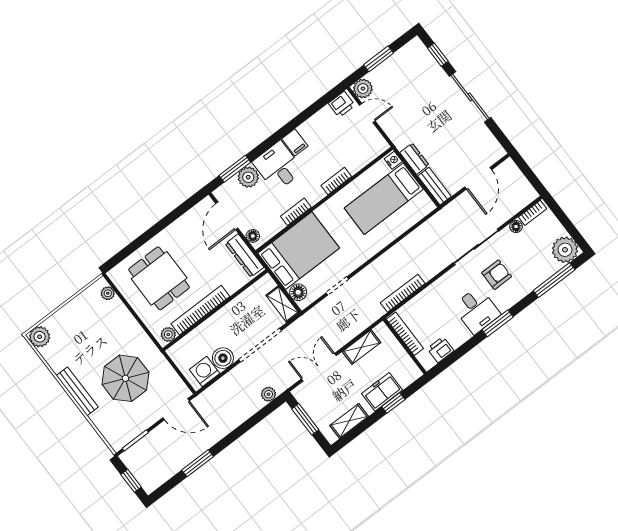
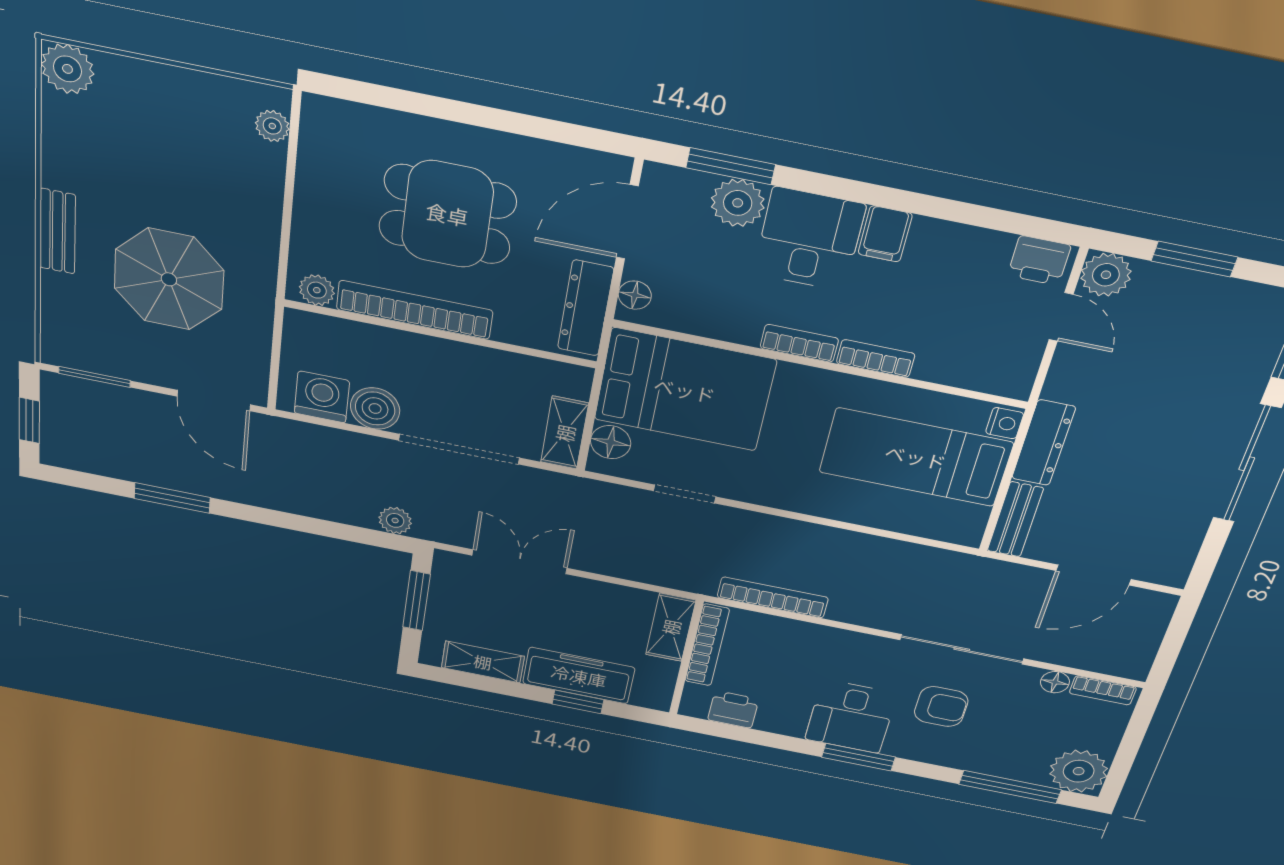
dresser: (414, 159) -> (1043, 443), width x1.44
bookcase: (296, 212) -> (799, 343), moved
dining table: (159, 278) -> (447, 214), moved, turned 90
shelving: (362, 347) -> (671, 627), moved, turned 90
bench: (77, 391) -> (58, 231), width x0.73
freezer: (382, 392) -> (579, 676), width x1.40

